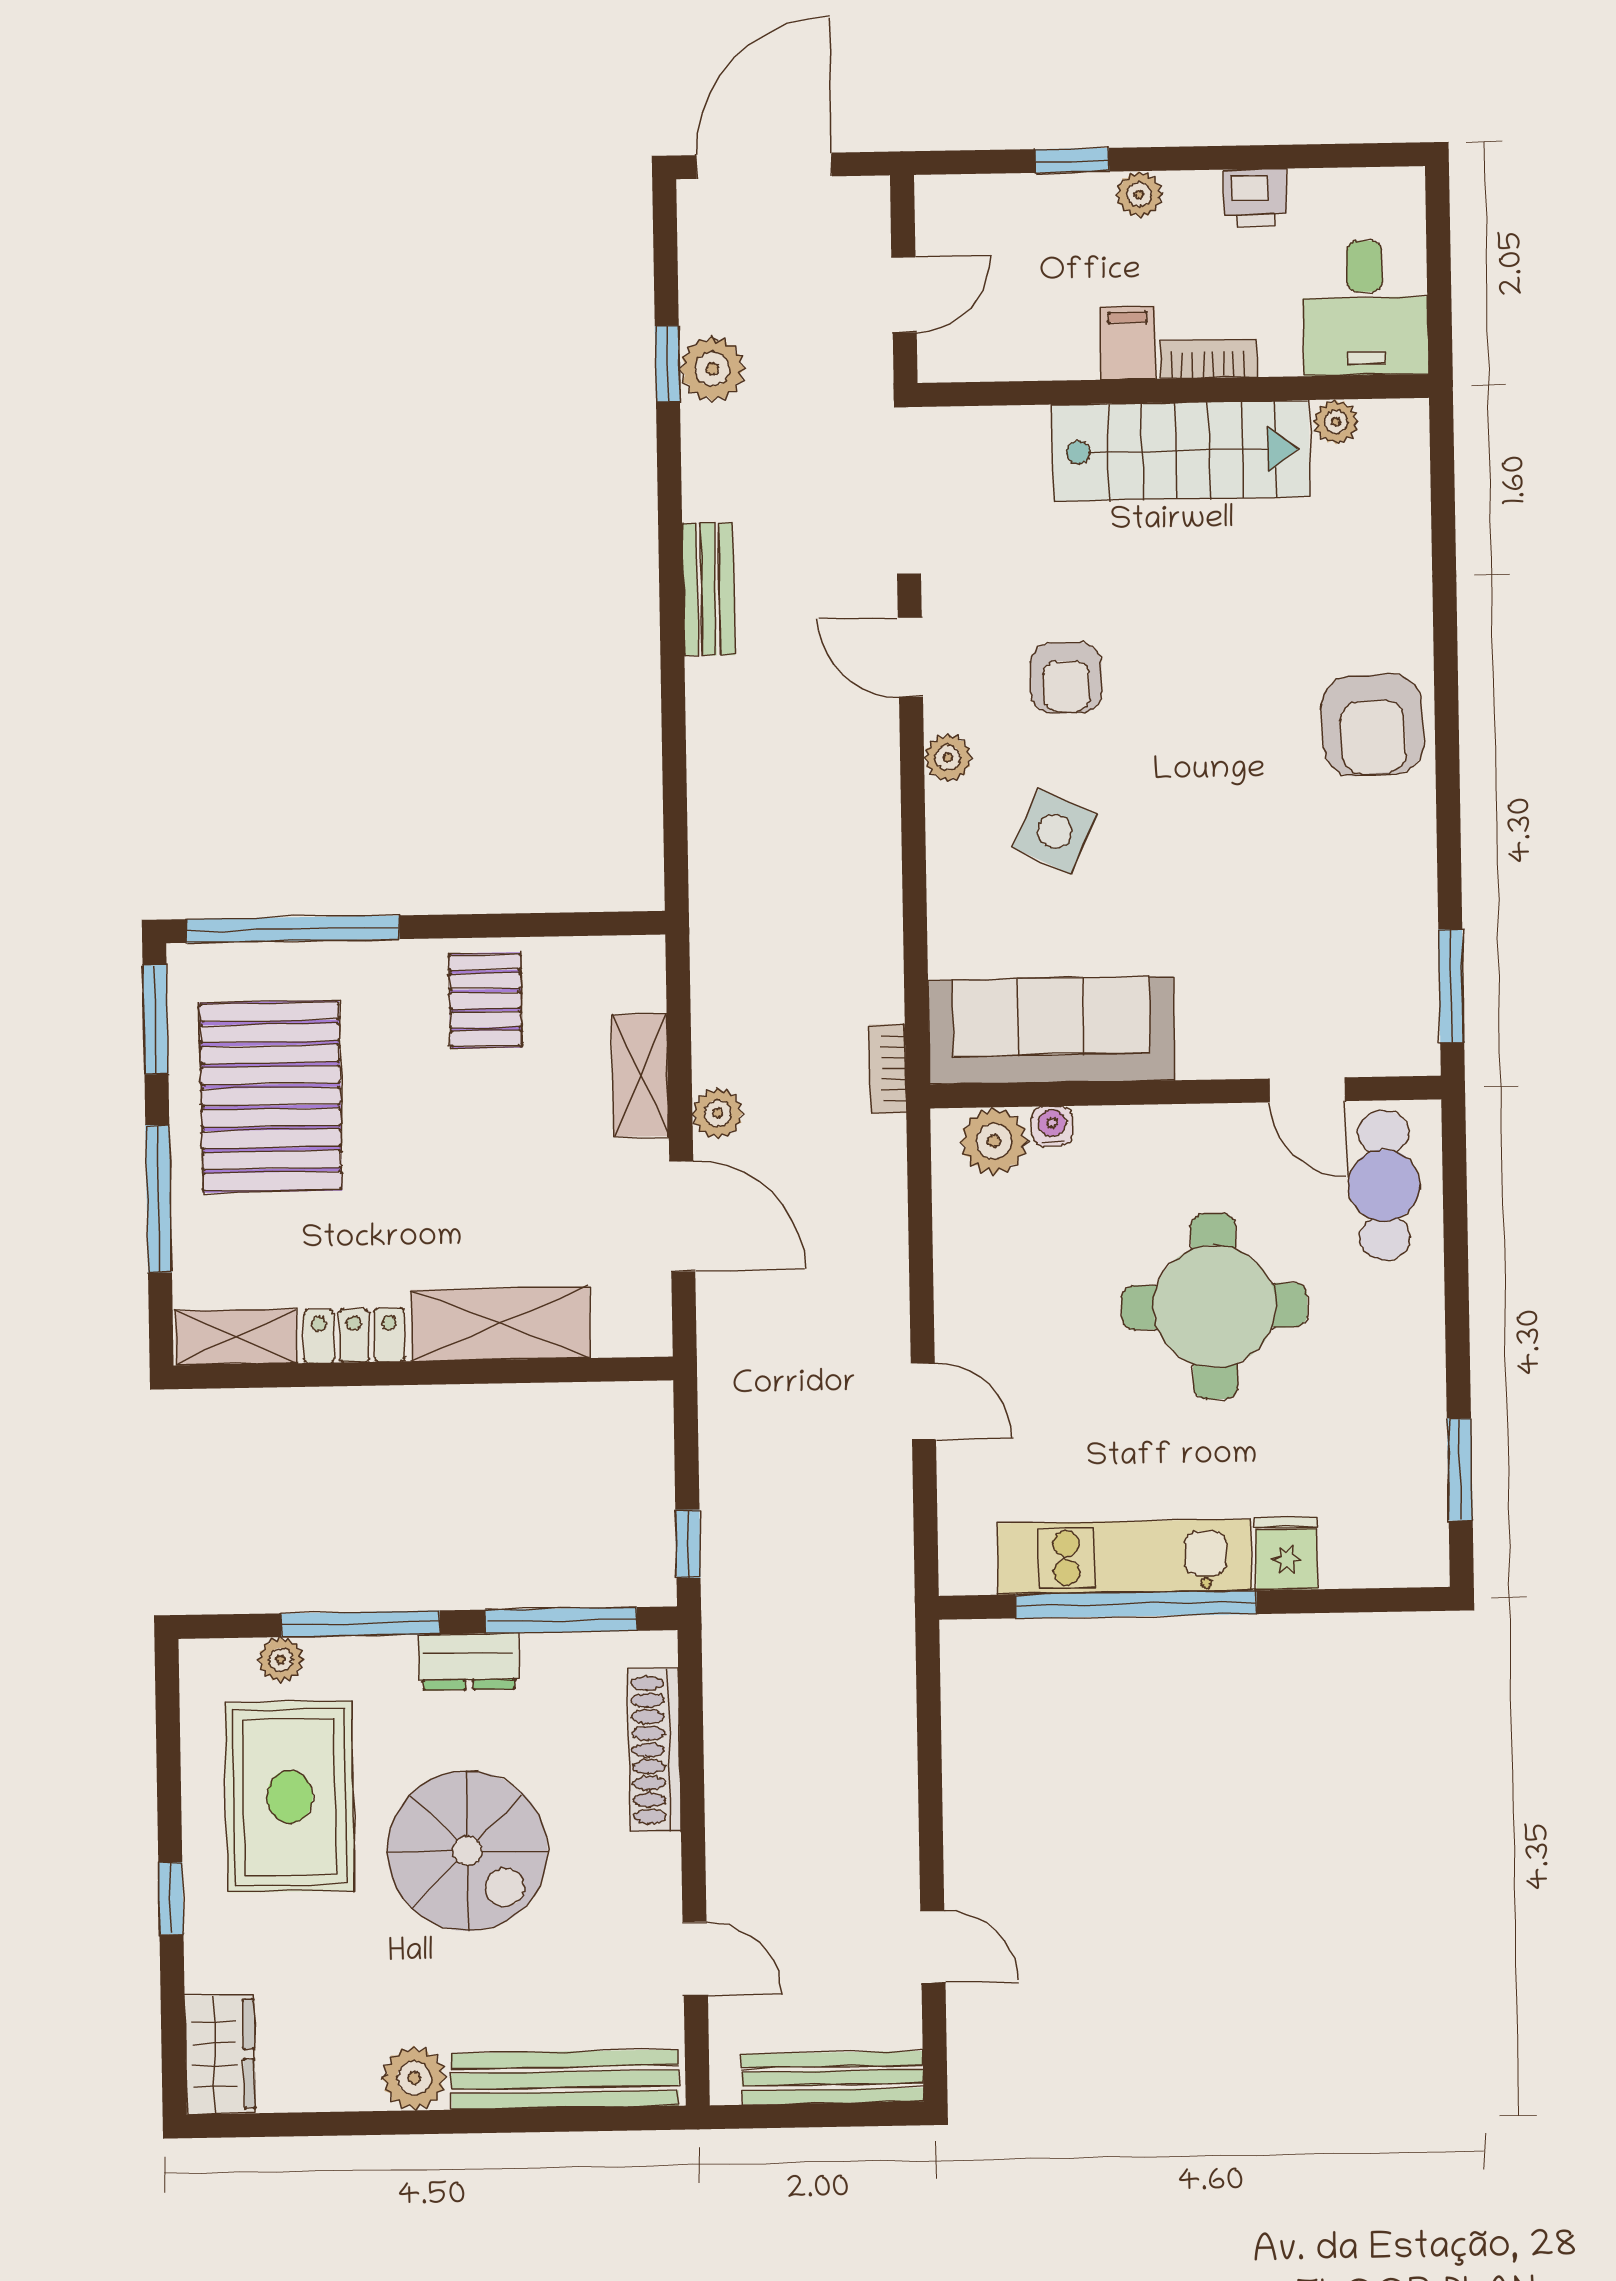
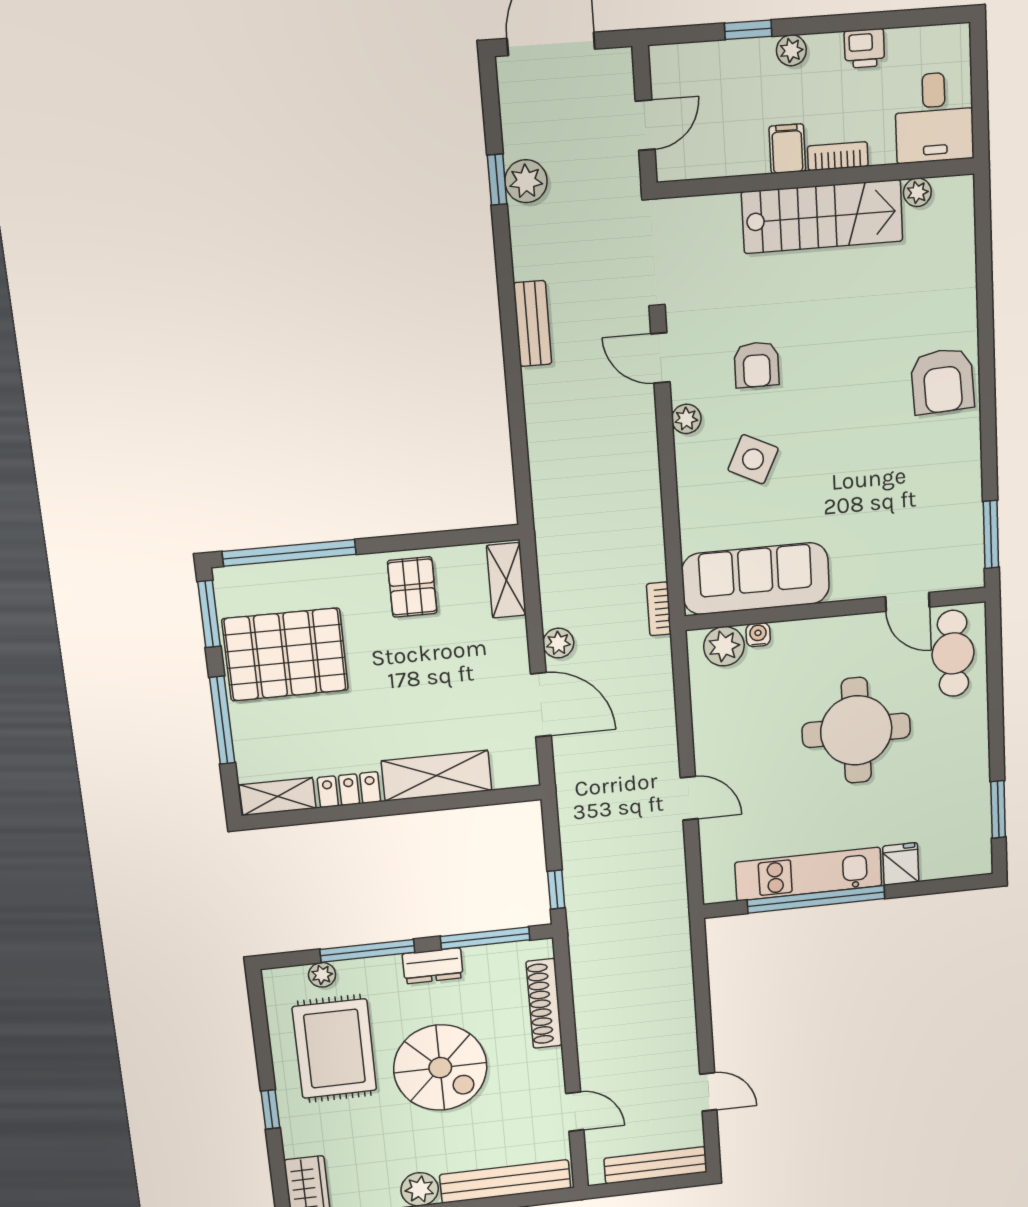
shelving: (640, 1075) -> (506, 580), moved
pallet: (271, 1097) -> (285, 655), turned 90

